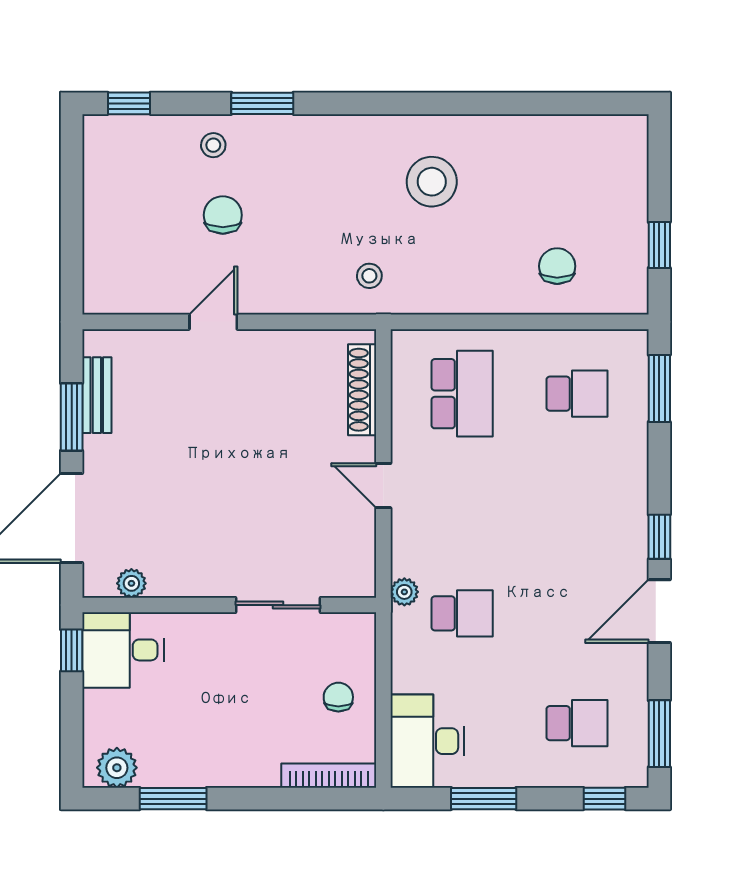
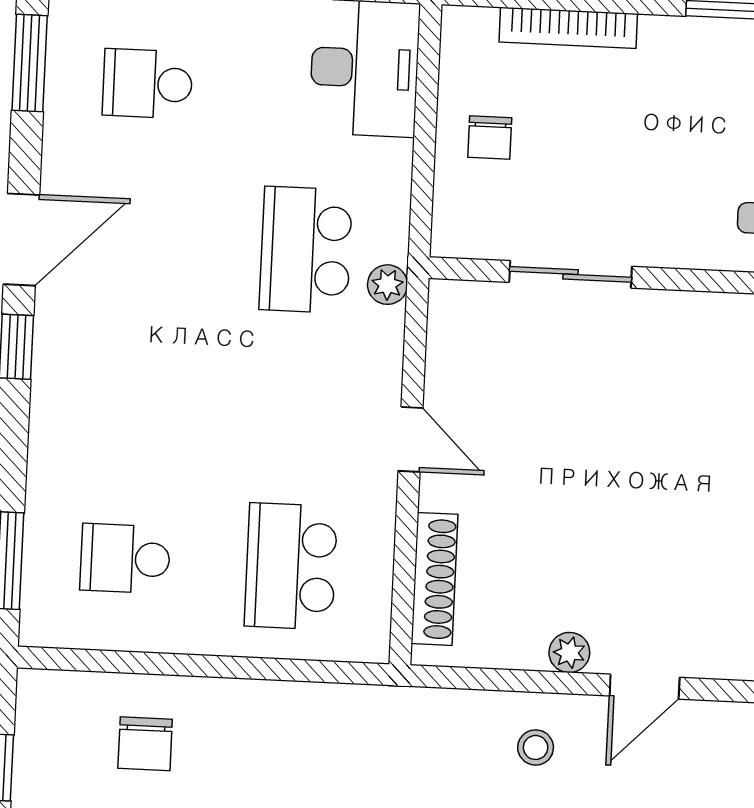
stool: (369, 276) -> (536, 747), moved
plant: (266, 343) -> (569, 653), added
school desk: (462, 613) -> (306, 250), width x1.85
bookcase: (329, 776) -> (568, 28), moved

